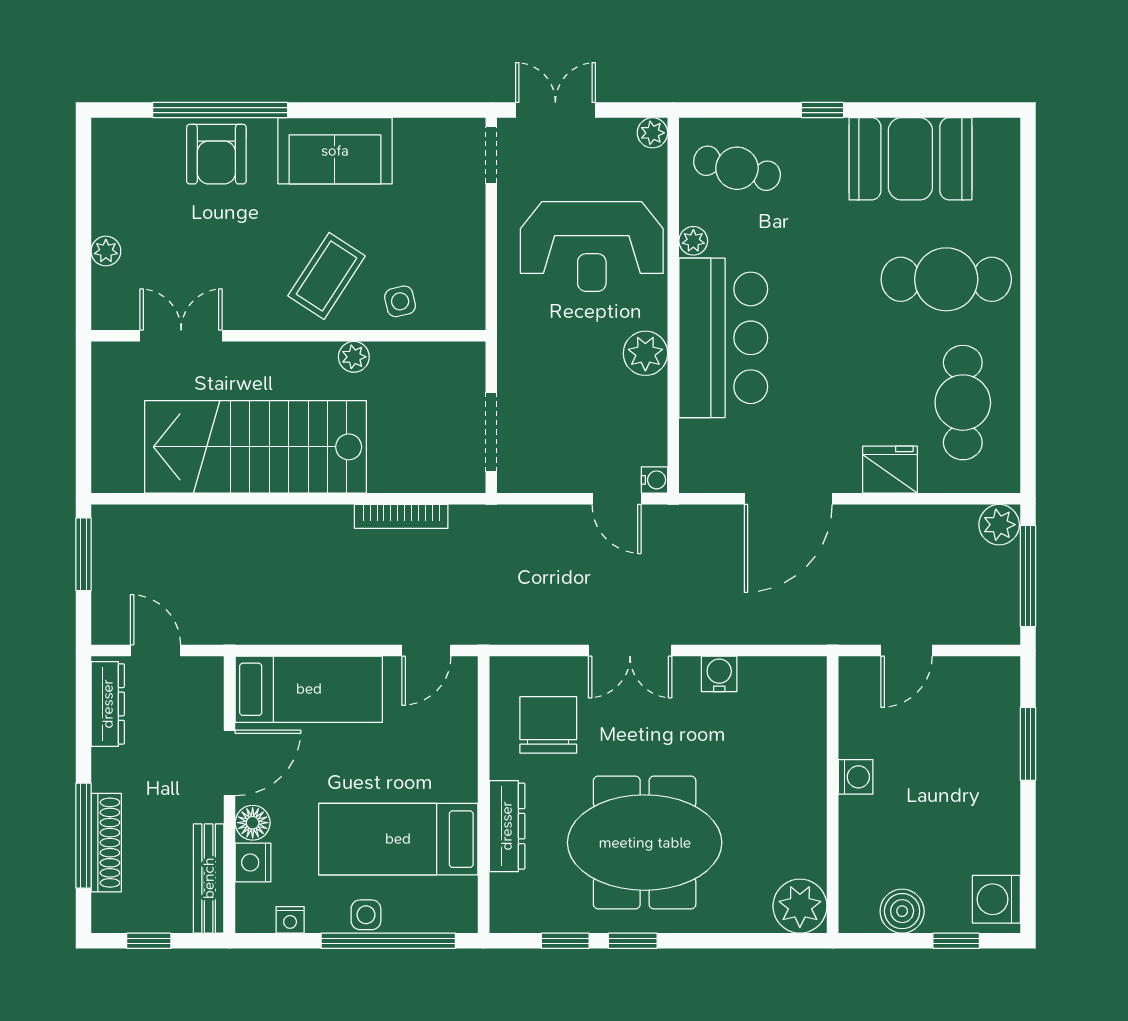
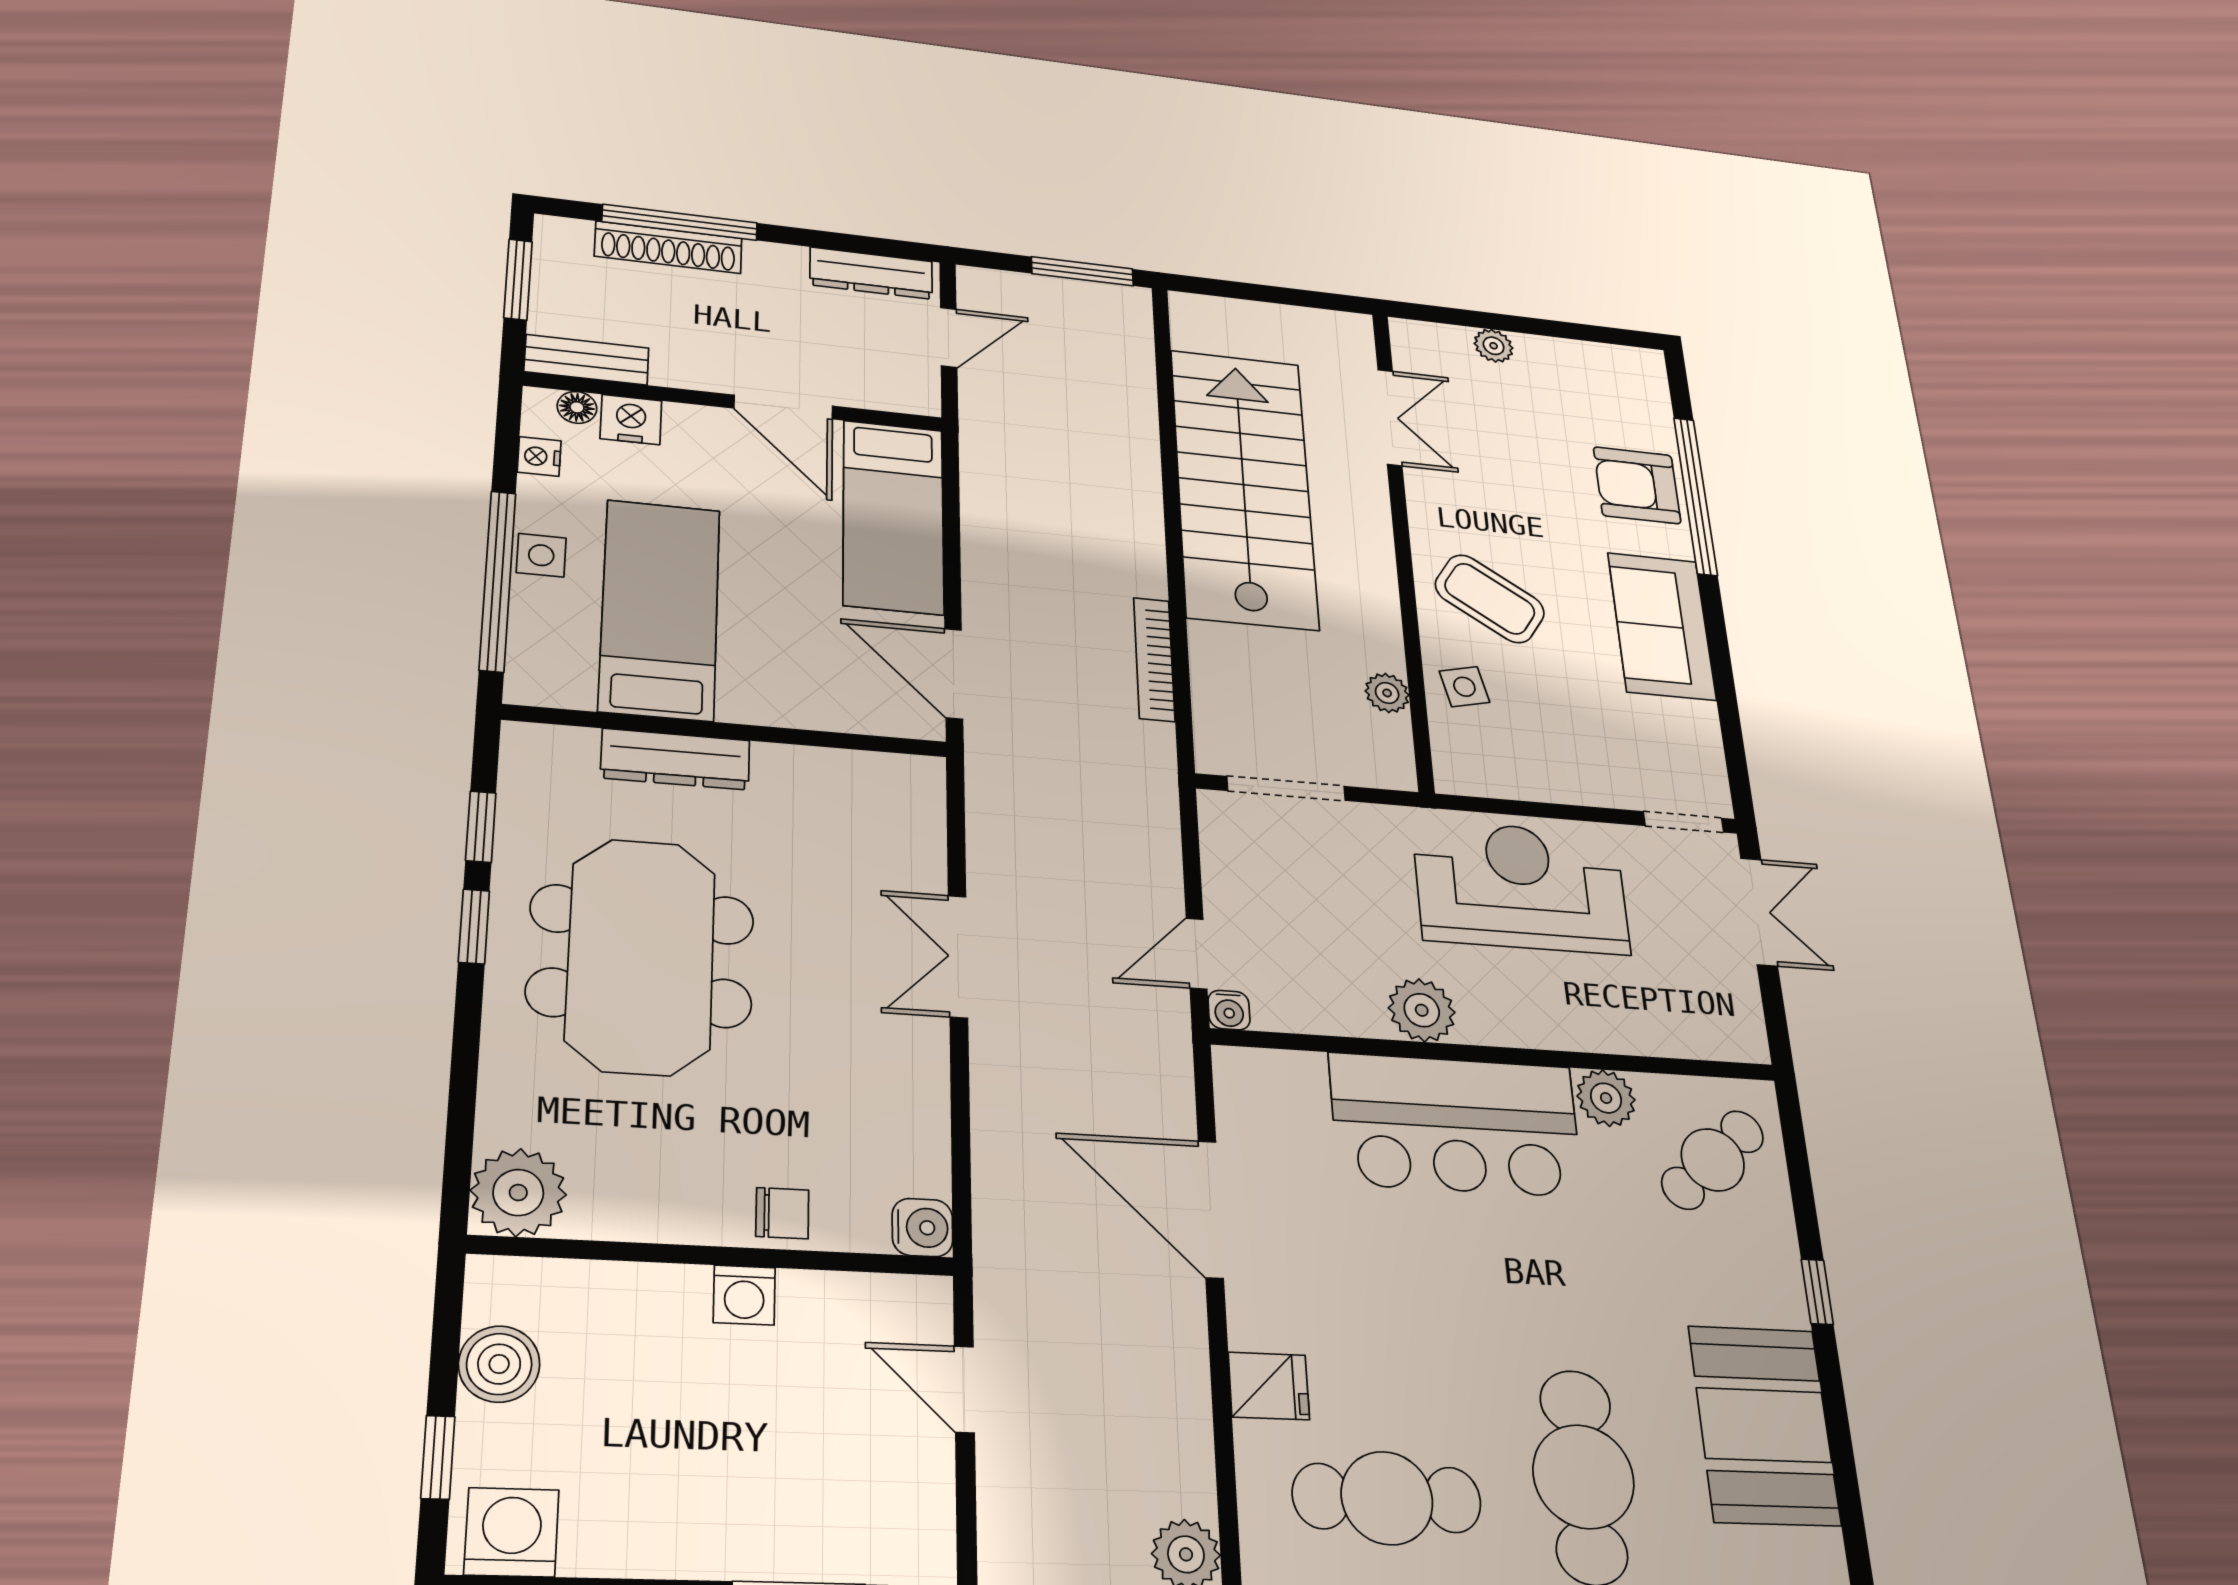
plant: (652, 133) -> (1747, 1042), removed
cafe table: (737, 168) -> (1713, 1160), turned 34
plant: (693, 241) -> (1606, 1098), width x1.38, depth x1.38
reception desk: (592, 247) -> (1521, 887), moved, turned 90
plant: (354, 357) -> (1387, 693), moved
fridge: (890, 470) -> (1269, 1386), width x0.72
door: (426, 651) -> (954, 674), width x1.38
water cooler: (719, 674) -> (922, 1228), moved
chair: (548, 725) -> (782, 1213), moved, width x0.54, depth x0.54
floor lamp: (253, 823) -> (577, 407), moved, width x0.73, depth x0.73
bench: (209, 878) -> (587, 360), width x0.73
window: (149, 941) -> (518, 280), width x1.50

